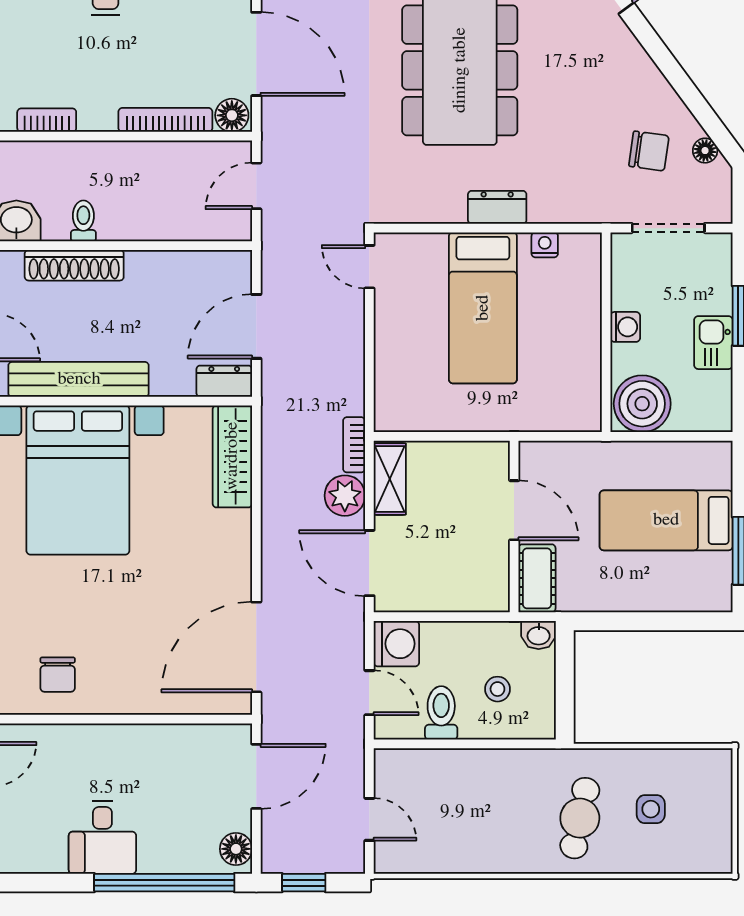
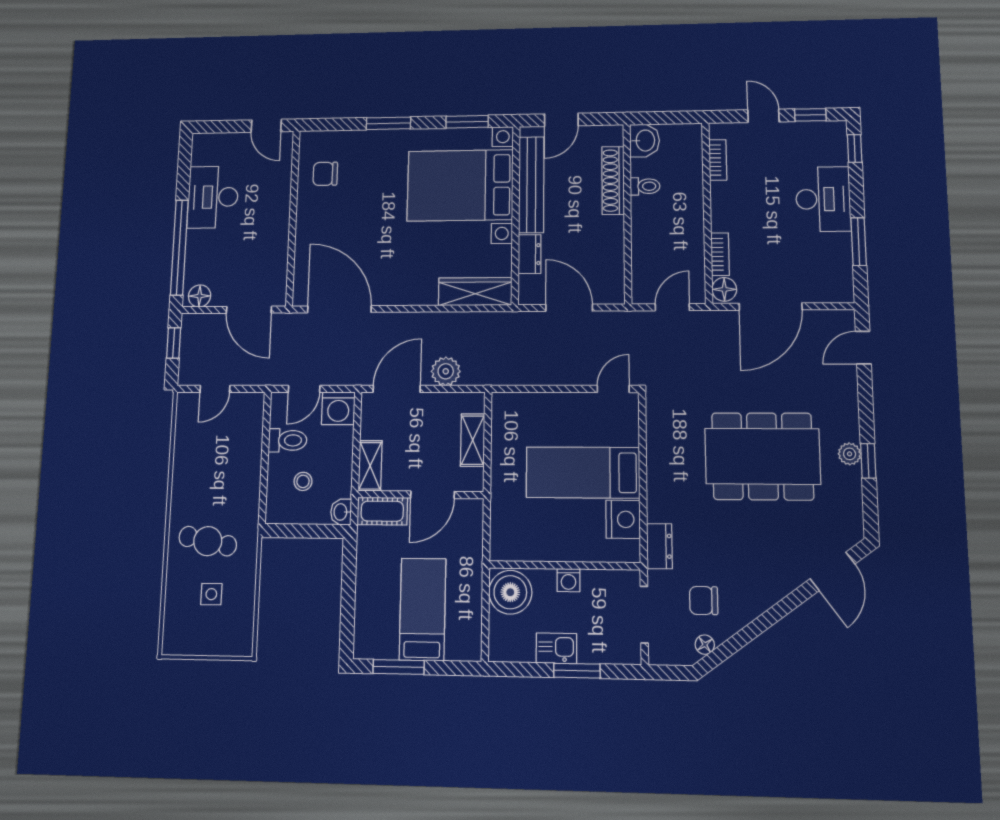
bookcase: (165, 120) -> (720, 254), width x0.64
chair: (649, 151) -> (704, 601), turned 82
door: (256, 186) -> (672, 307), hinge flipped
dresser: (497, 207) -> (659, 546), moved
nightstand: (545, 245) -> (623, 519), width x1.89, depth x1.79
dresser: (224, 381) -> (530, 254), moved
bookcase: (354, 445) -> (482, 378), removed
shelving: (390, 479) -> (473, 440), moved, turned 90
shelving: (476, 597) -> (370, 466), added
desk: (102, 837) -> (213, 197), width x1.37

